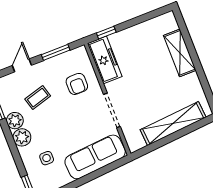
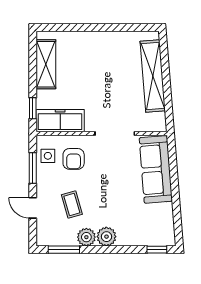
shelving: (180, 53) -> (46, 64), moved, turned 90
armchair: (77, 84) -> (74, 159), turned 90
side table: (47, 158) -> (48, 156), moved

